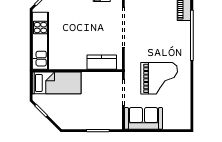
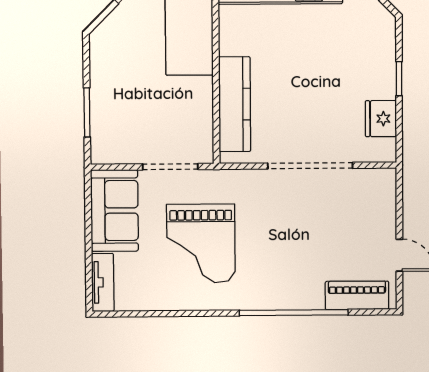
kitchen counter: (102, 62) -> (235, 104), width x1.50
tv unit: (177, 124) -> (103, 282), added

